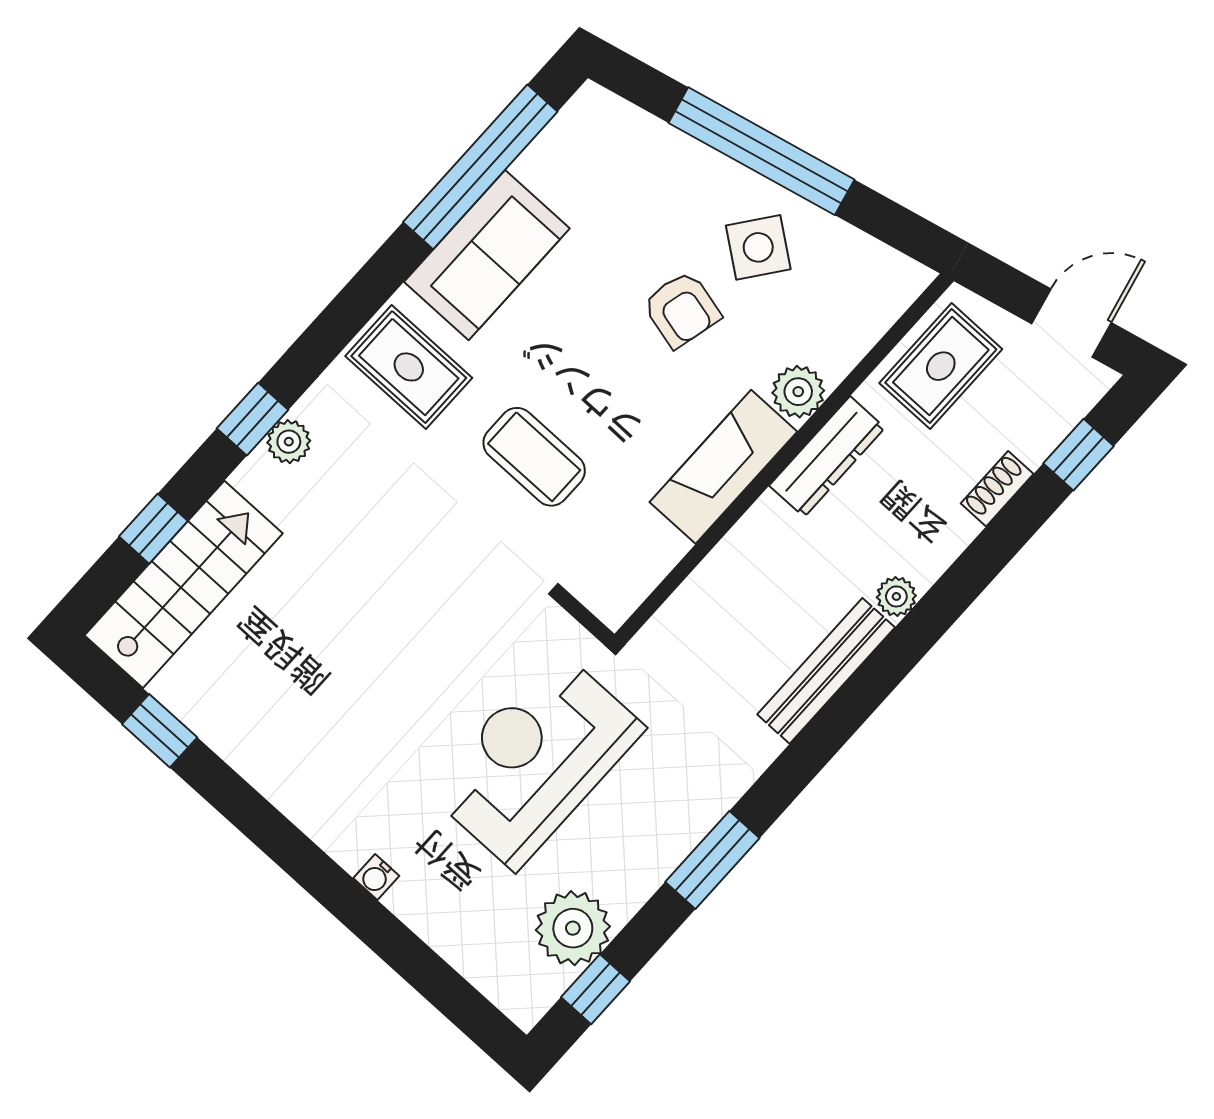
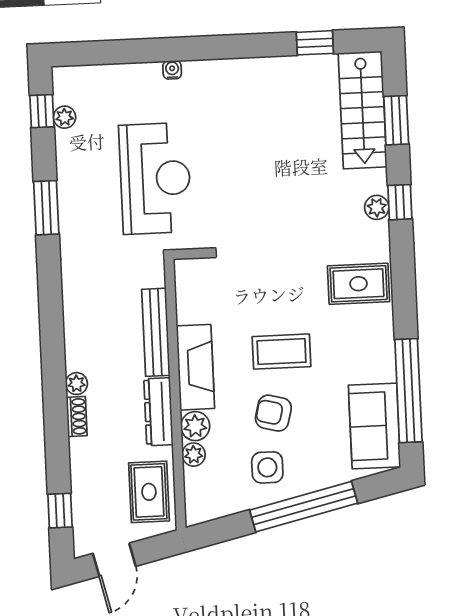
side table: (758, 247) -> (267, 467), turned -37
sofa: (487, 255) -> (374, 426), moved
plant: (836, 357) -> (194, 455), added
coffee table: (534, 457) -> (282, 352), moved
shoe rack: (997, 489) -> (77, 416), moved
window: (153, 529) -> (396, 120), width x1.50
bench: (826, 671) -> (156, 332), moved
plant: (573, 928) -> (65, 117), width x0.53, depth x0.53

